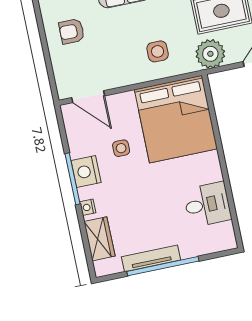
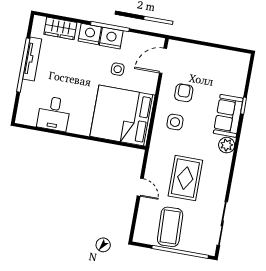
armchair: (72, 31) -> (184, 93), moved
plant: (210, 54) -> (158, 158), removed
nightstand: (88, 207) -> (90, 34), width x1.89, depth x1.79

